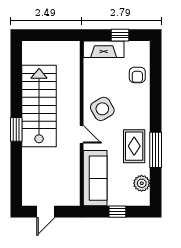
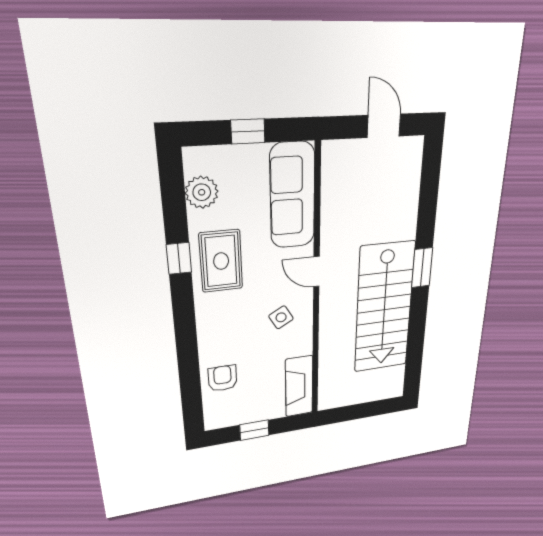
fireplace: (104, 49) -> (299, 386), moved, turned -90
side table: (102, 109) -> (281, 317), width x0.54, depth x0.54
window: (156, 150) -> (179, 258), width x0.46
door: (46, 212) -> (384, 126), hinge flipped

